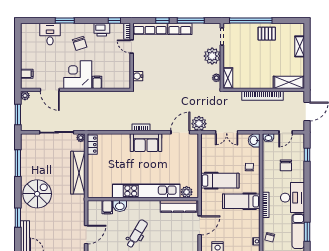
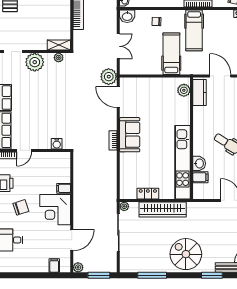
locker: (92, 145) -> (148, 194), moved
kitchen unit: (146, 191) -> (183, 162), moved
kitchen counter: (178, 206) -> (200, 93), width x0.67

